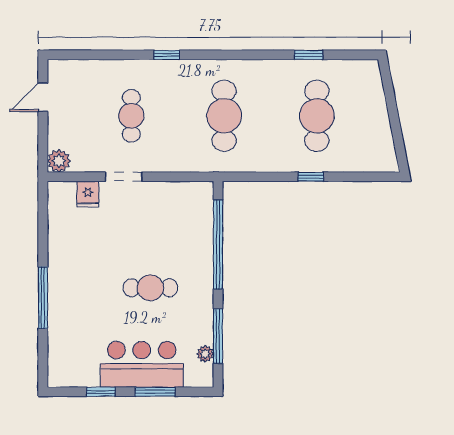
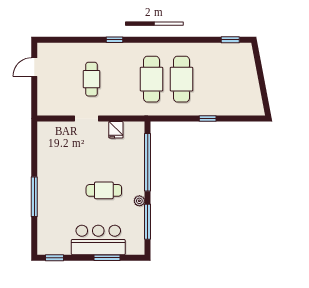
window: (309, 55) -> (230, 40), moved
cafe table: (317, 116) -> (182, 79), moved
plant: (59, 161) -> (45, 108), removed
fridge: (88, 194) -> (116, 130), moved
plant: (205, 354) -> (139, 201), moved
window: (101, 392) -> (54, 258), moved

